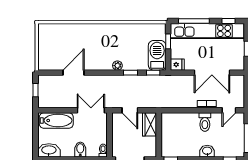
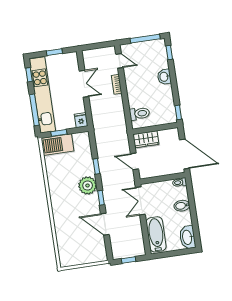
barbecue: (157, 55) -> (57, 145), moved
plant: (117, 66) -> (88, 186), width x1.87, depth x1.87
window: (153, 73) -> (101, 198), moved
double door: (212, 73) -> (84, 84), width x0.73
door: (130, 110) -> (134, 161), swing flipped
toilet: (205, 122) -> (140, 114), moved

